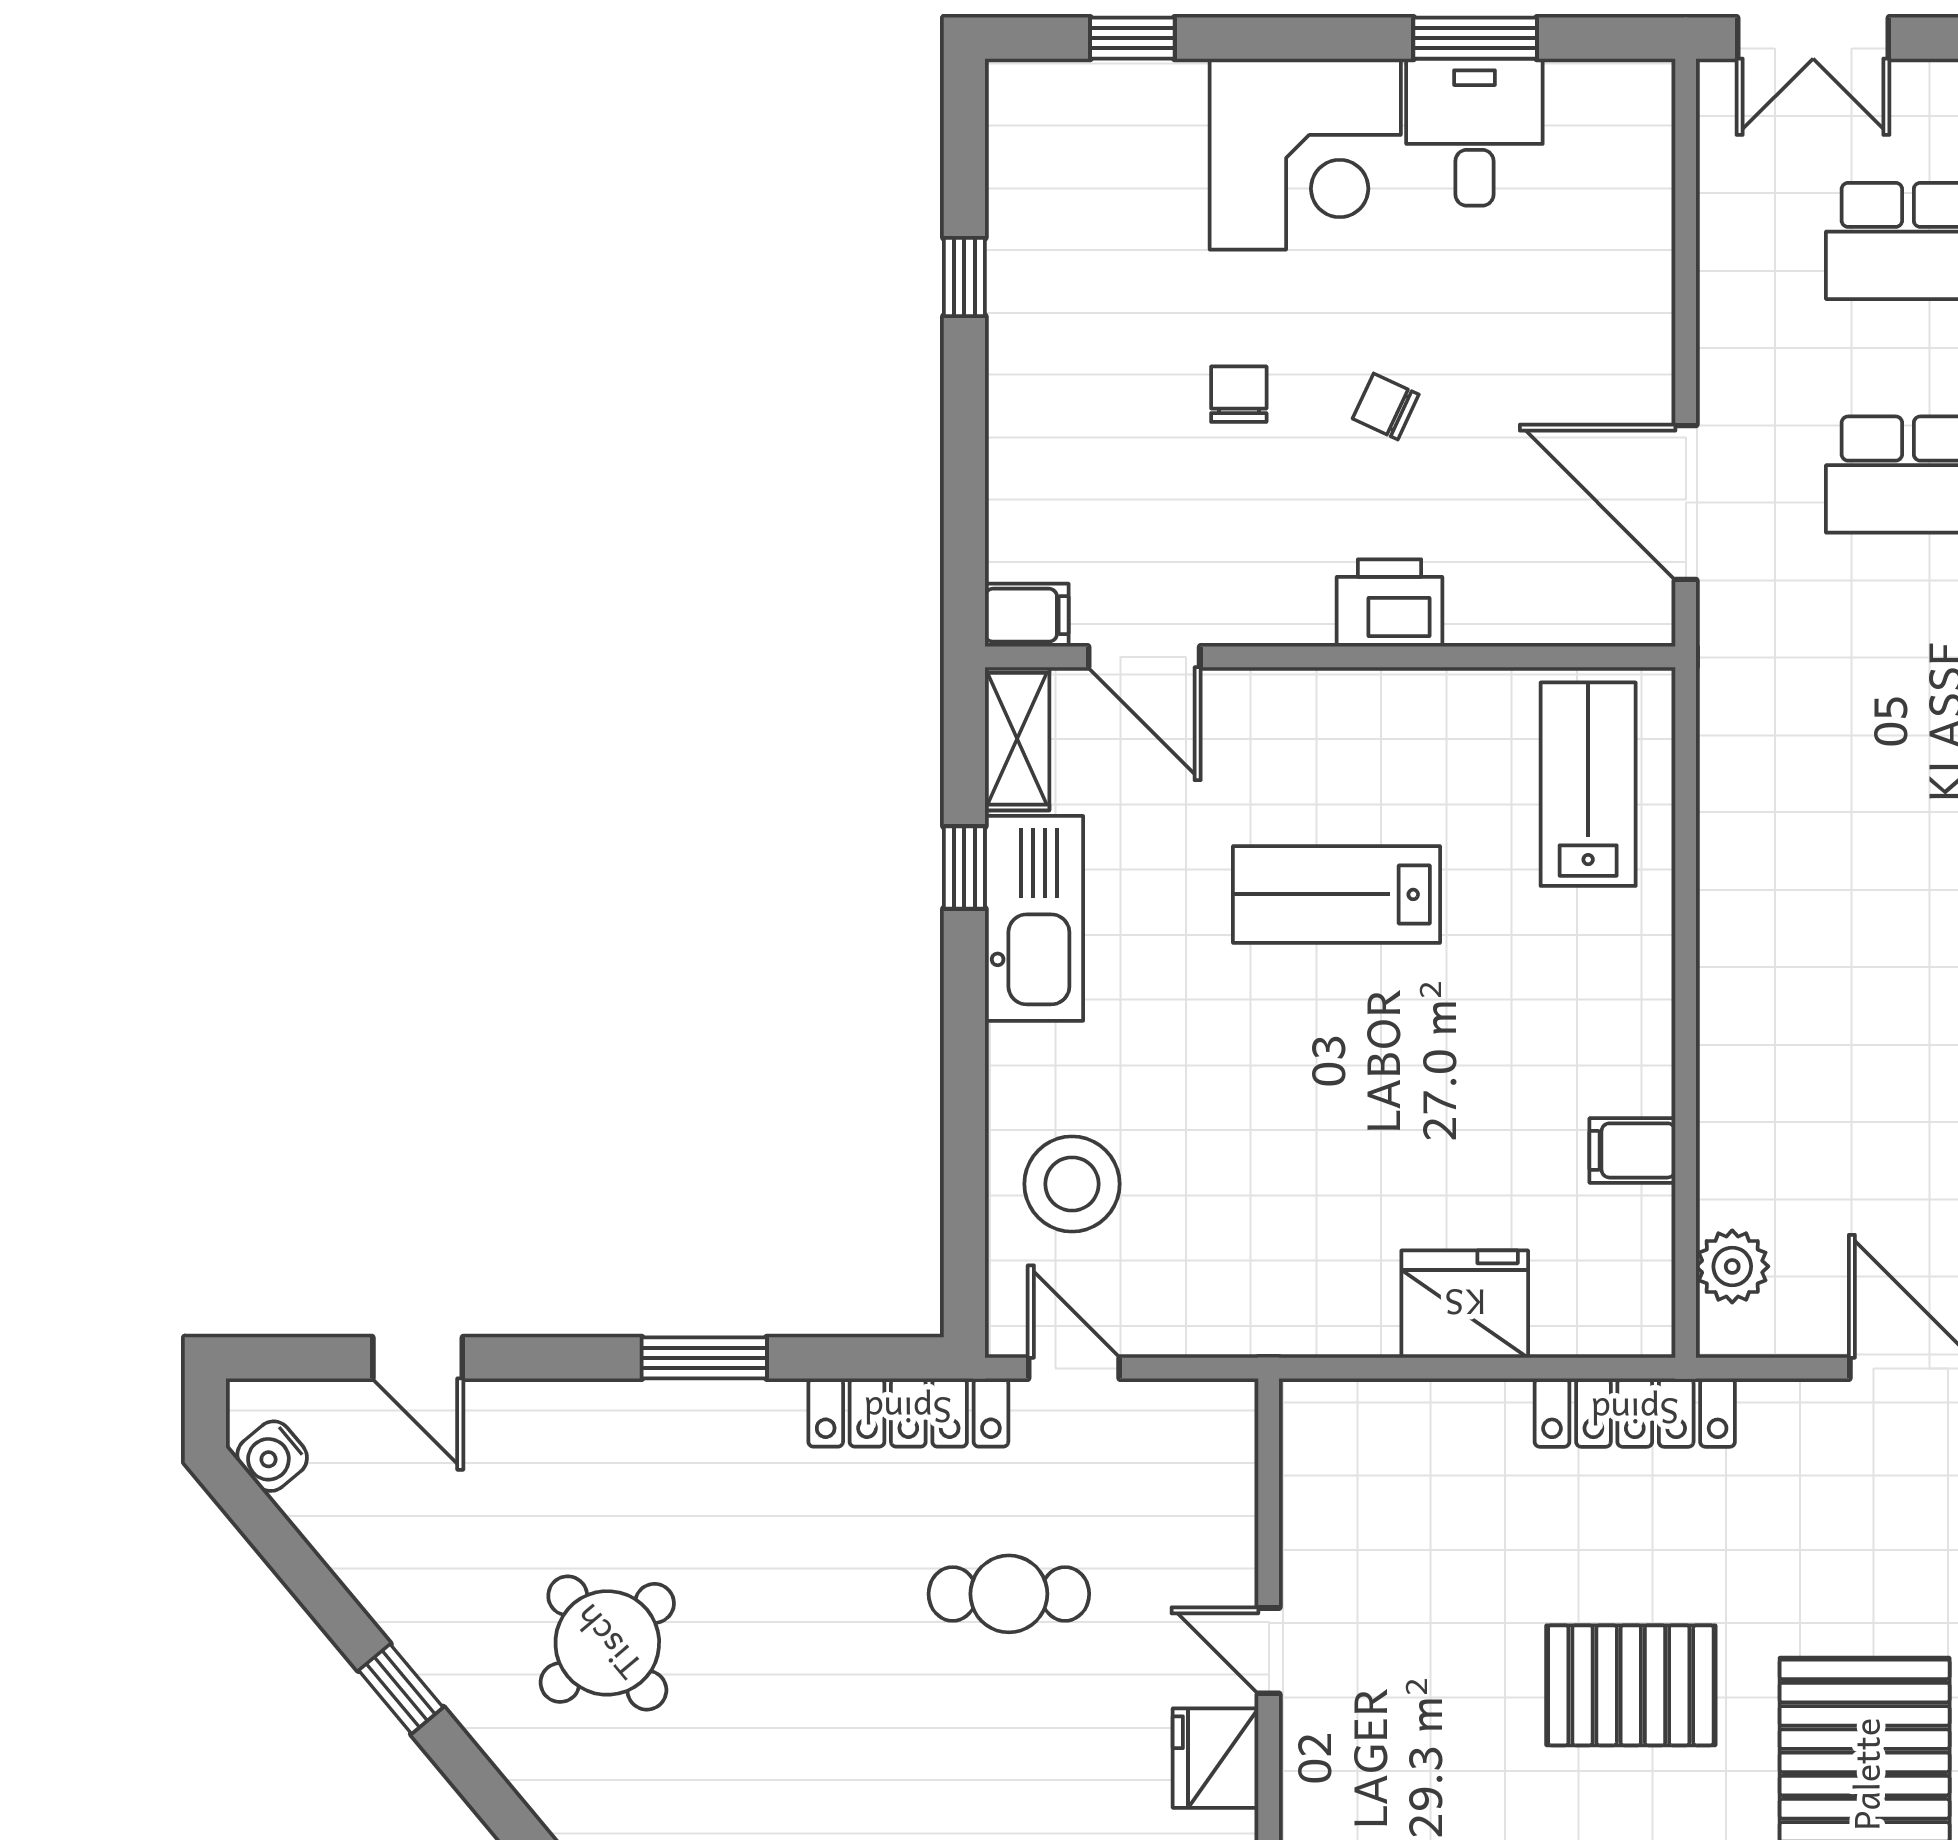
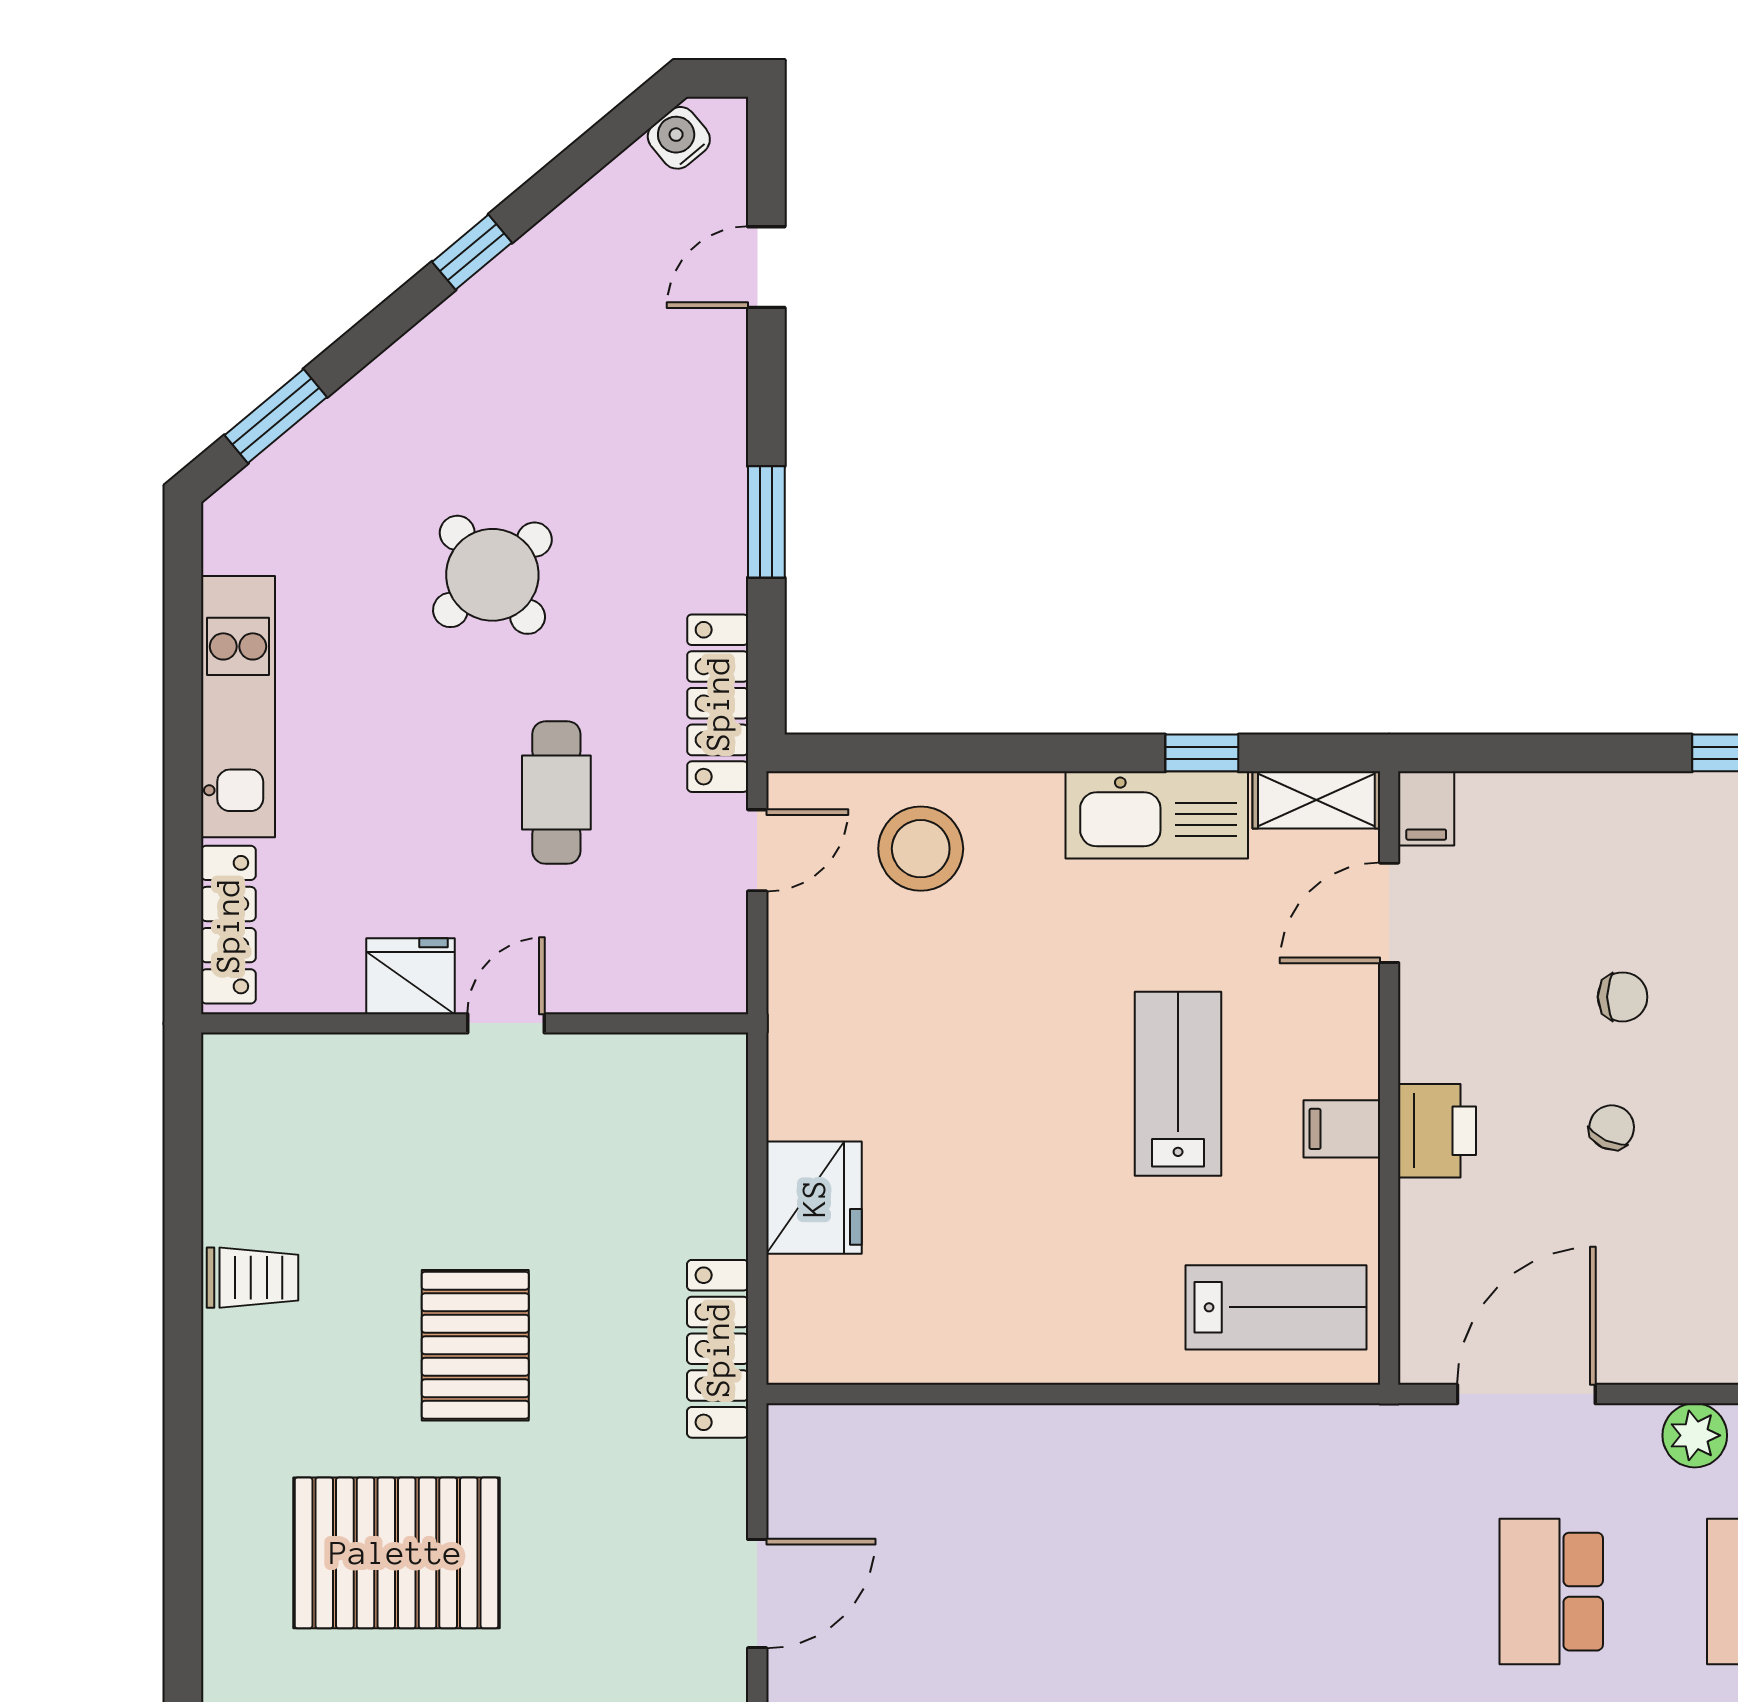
filing cabinet: (1632, 1150) -> (1342, 1129), moved, turned -90
plant: (1732, 1266) -> (1695, 1435), moved
round table: (607, 1643) -> (492, 575), moved

